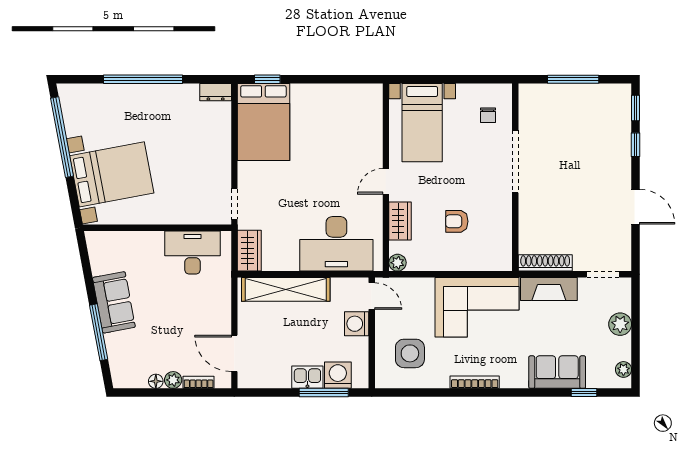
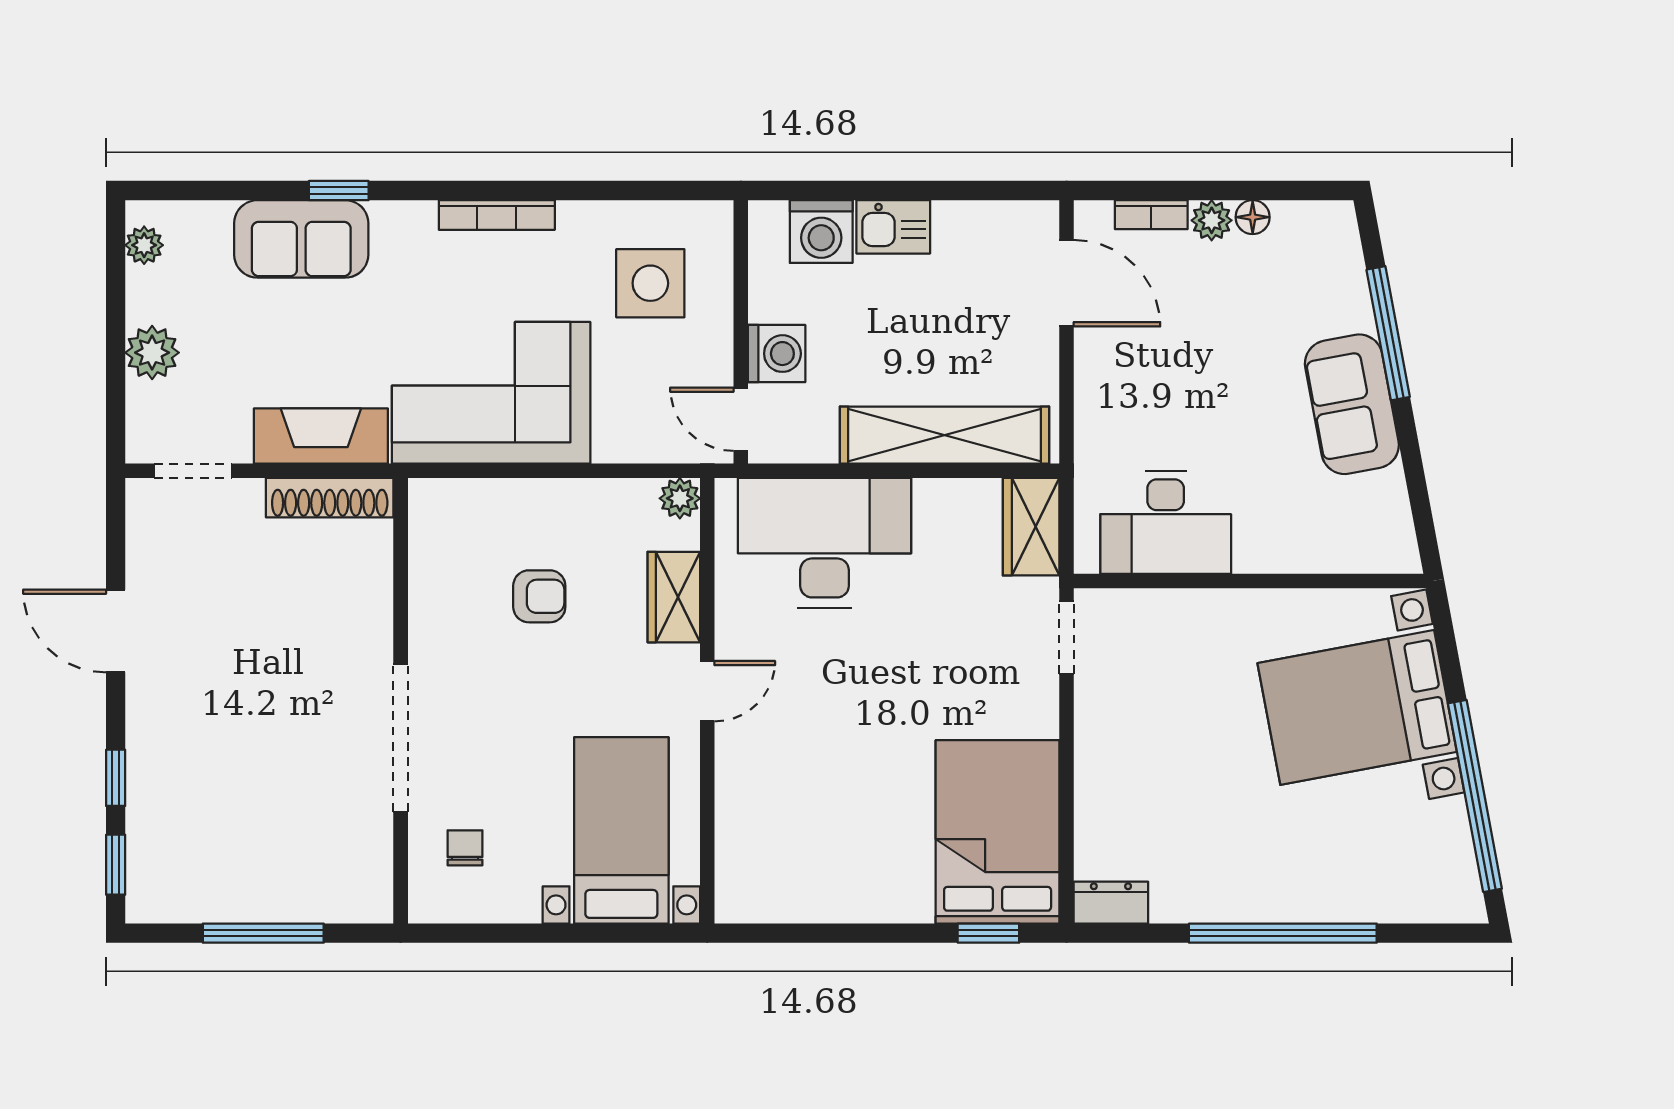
window: (324, 393) -> (855, 191), removed
window: (584, 393) -> (339, 191), moved

